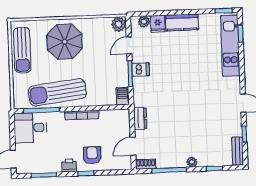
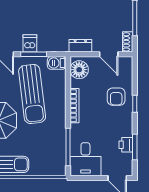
sun lounger: (57, 92) -> (32, 94), moved
floor lamp: (117, 118) -> (79, 70), added
armchair: (92, 155) -> (116, 97), turned -90
printer: (69, 165) -> (126, 145), moved

